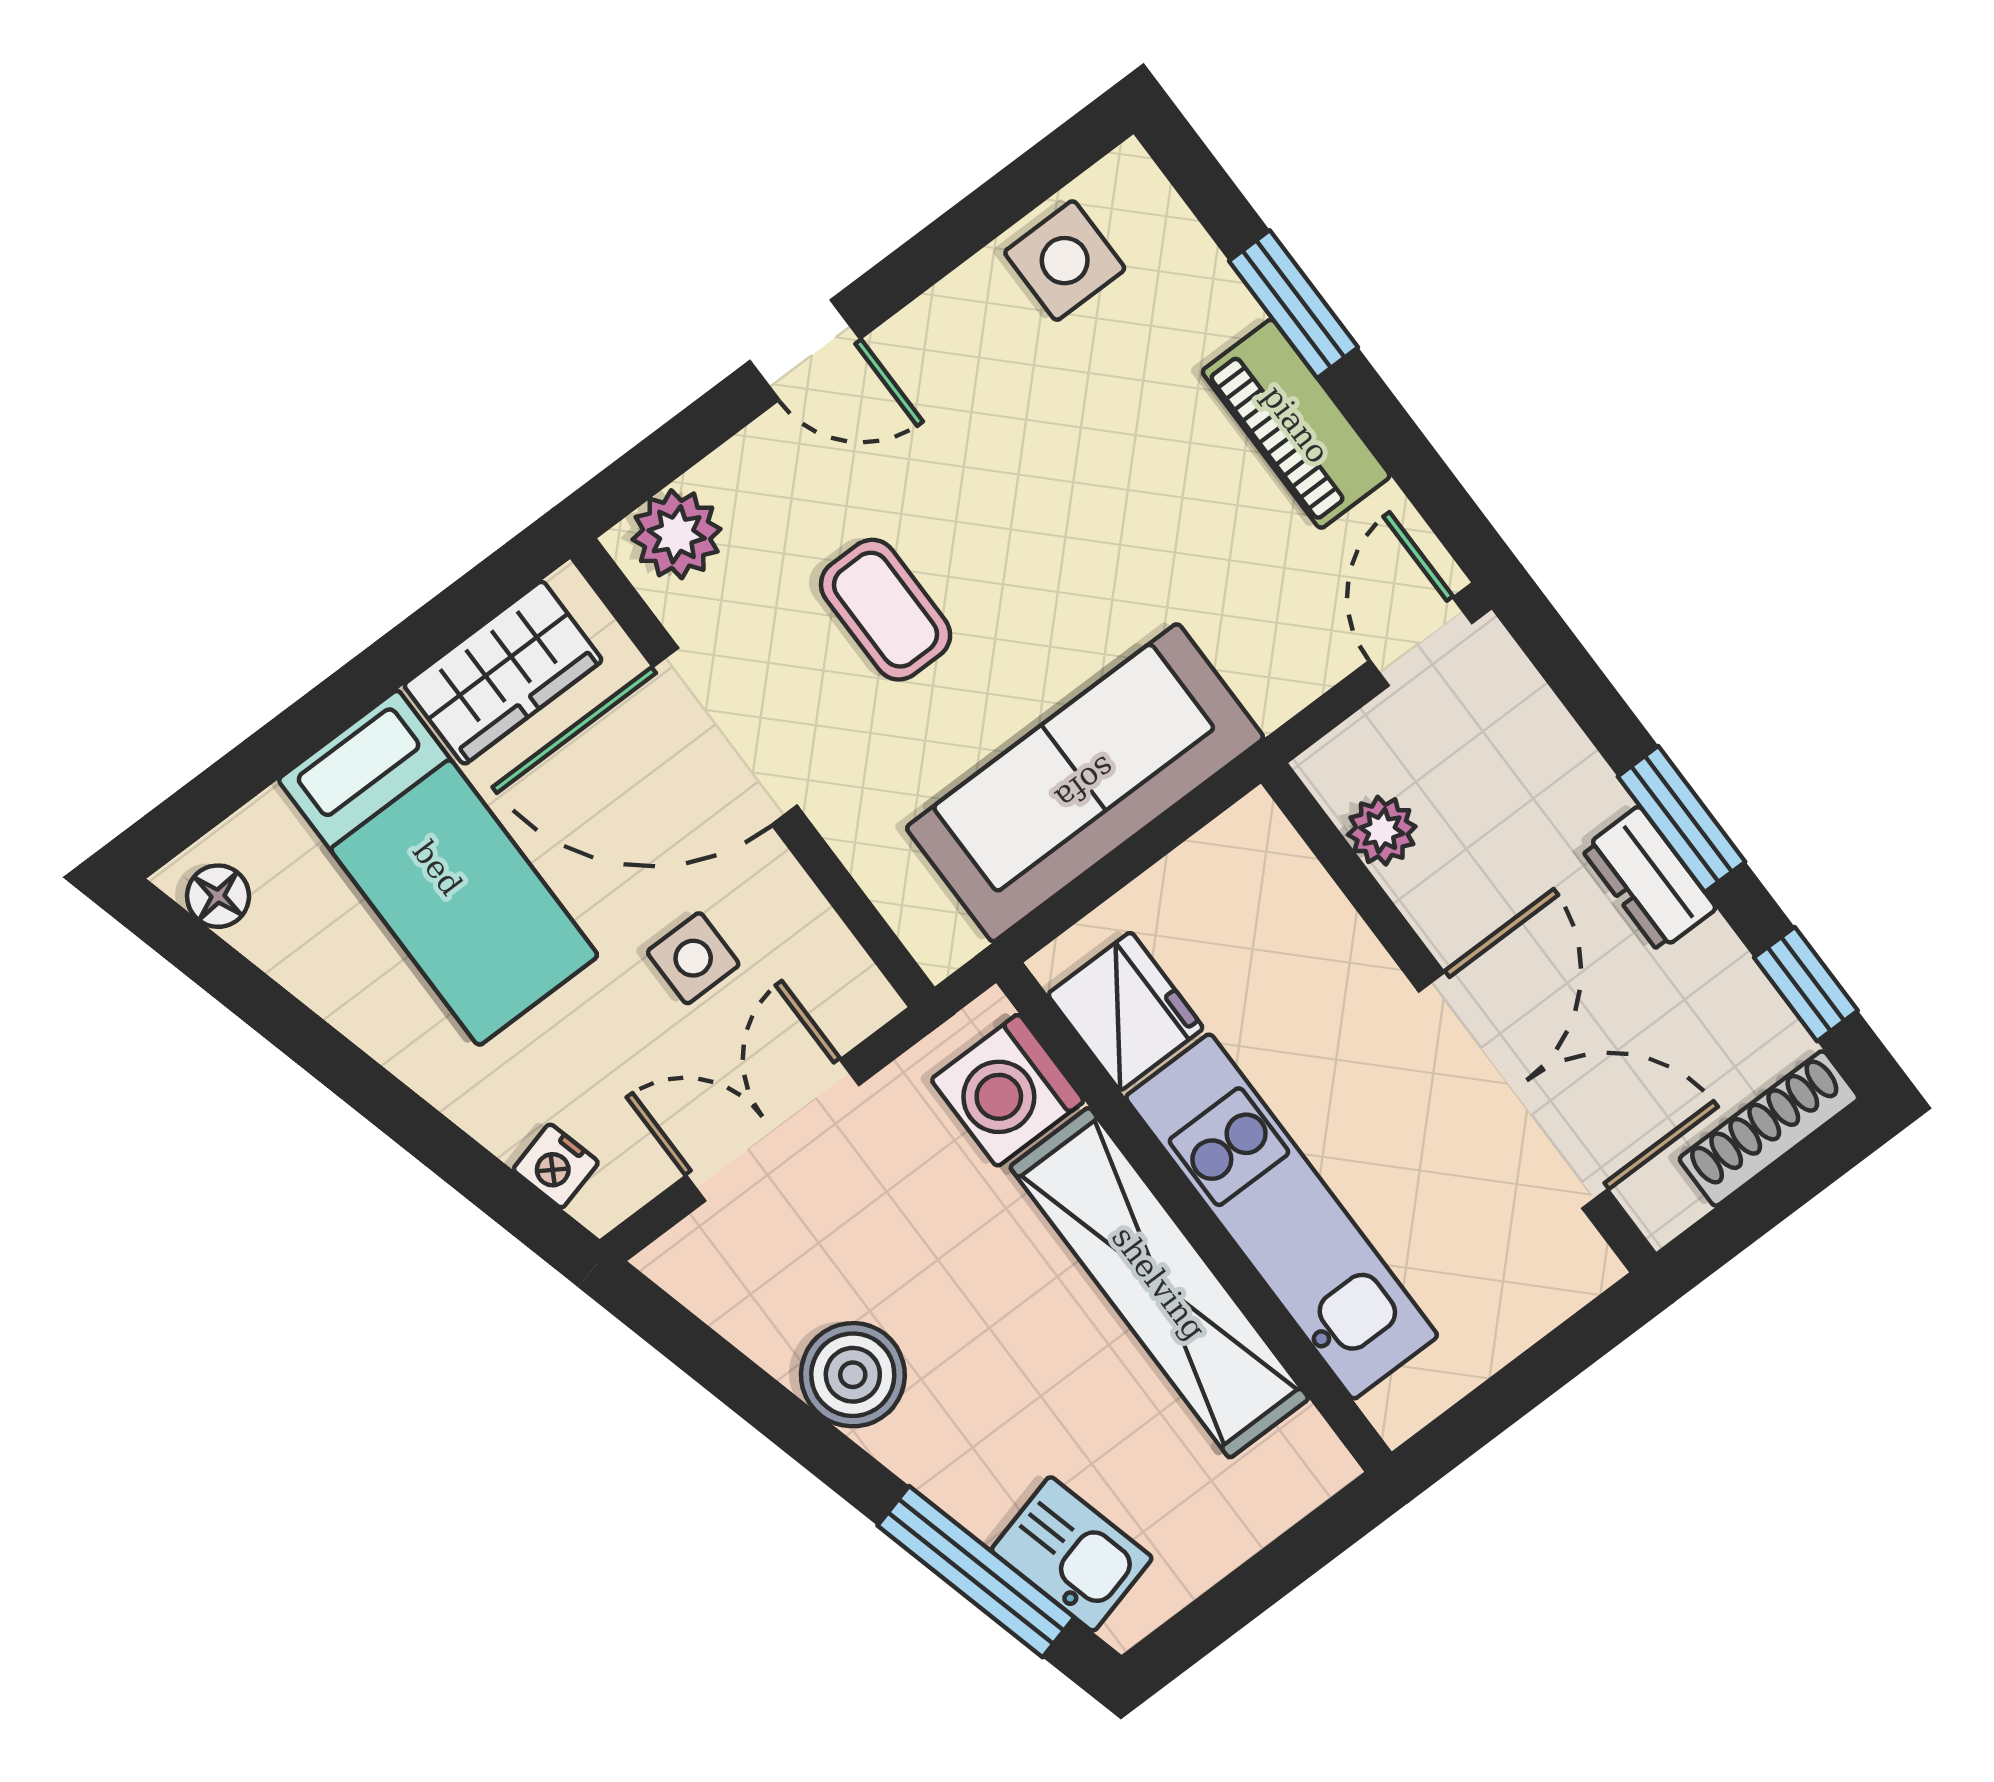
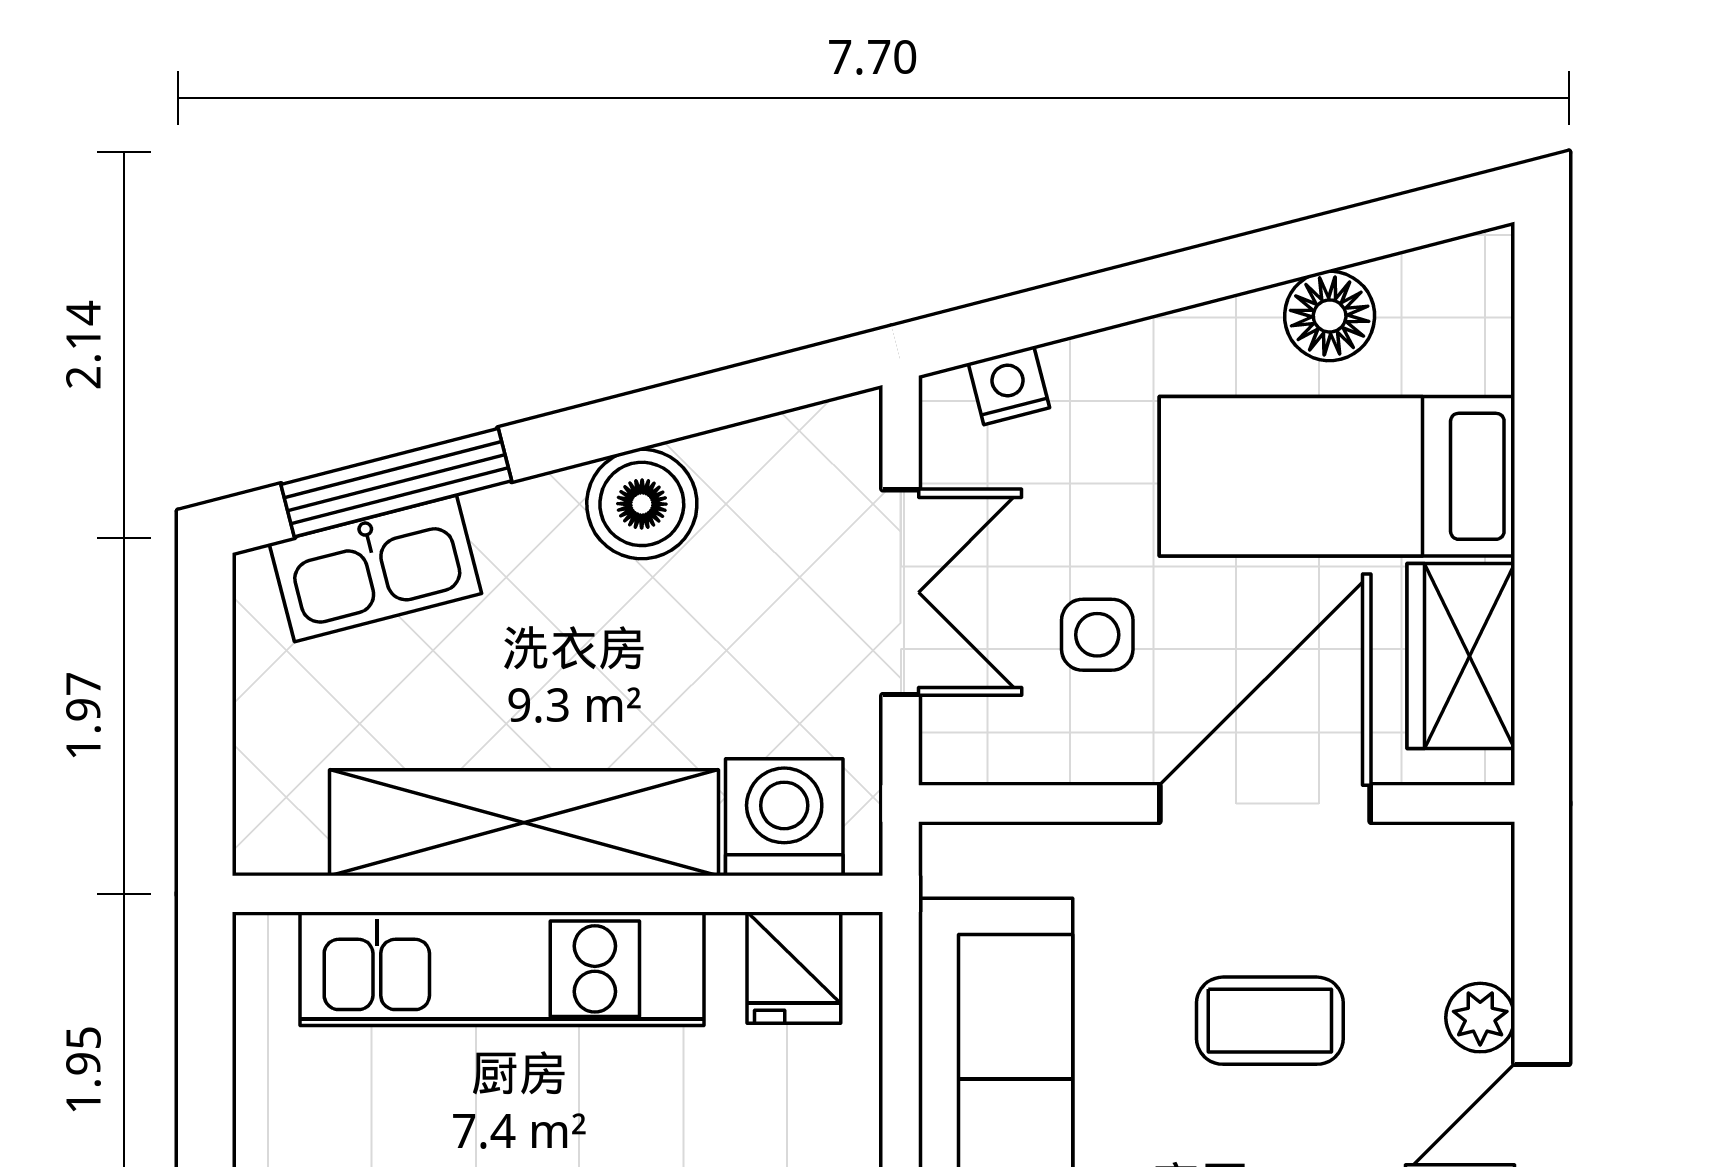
plant: (677, 534) -> (1480, 1018), moved, width x0.73, depth x0.73
floor lamp: (218, 896) -> (1330, 316), moved, width x1.37, depth x1.37
fridge: (1126, 1011) -> (794, 968), width x0.72
kitchen sink: (1072, 1554) -> (375, 569), width x1.38

